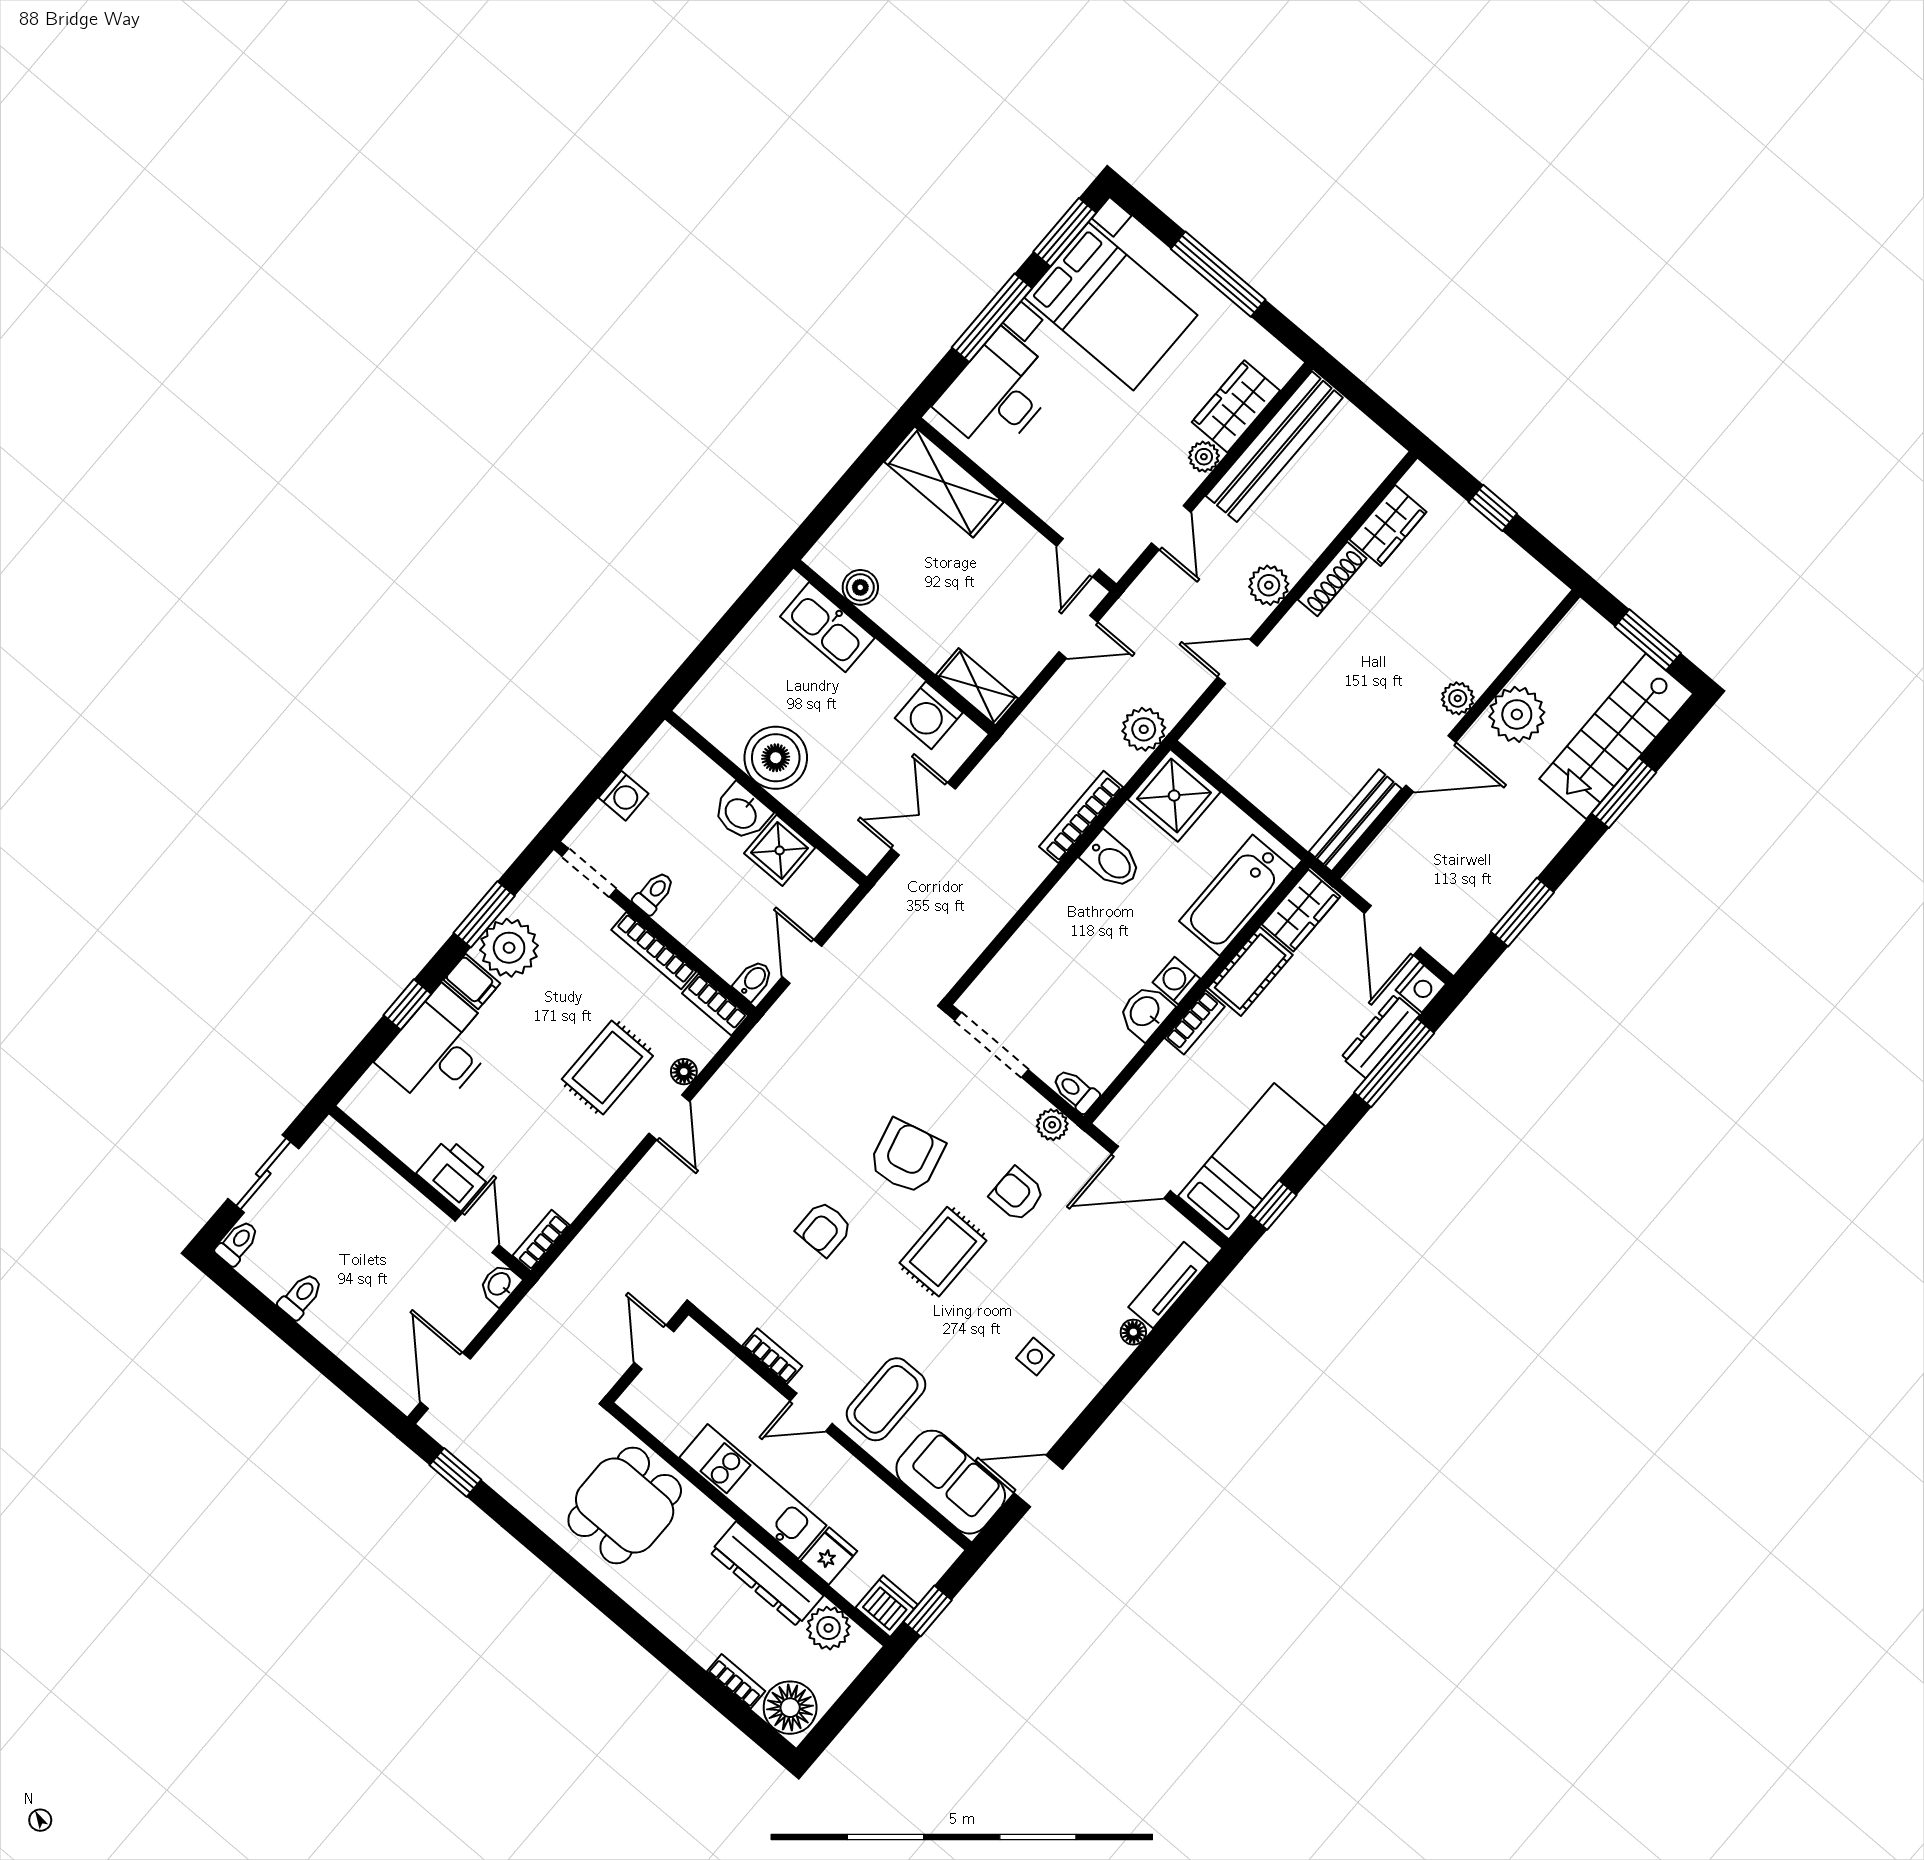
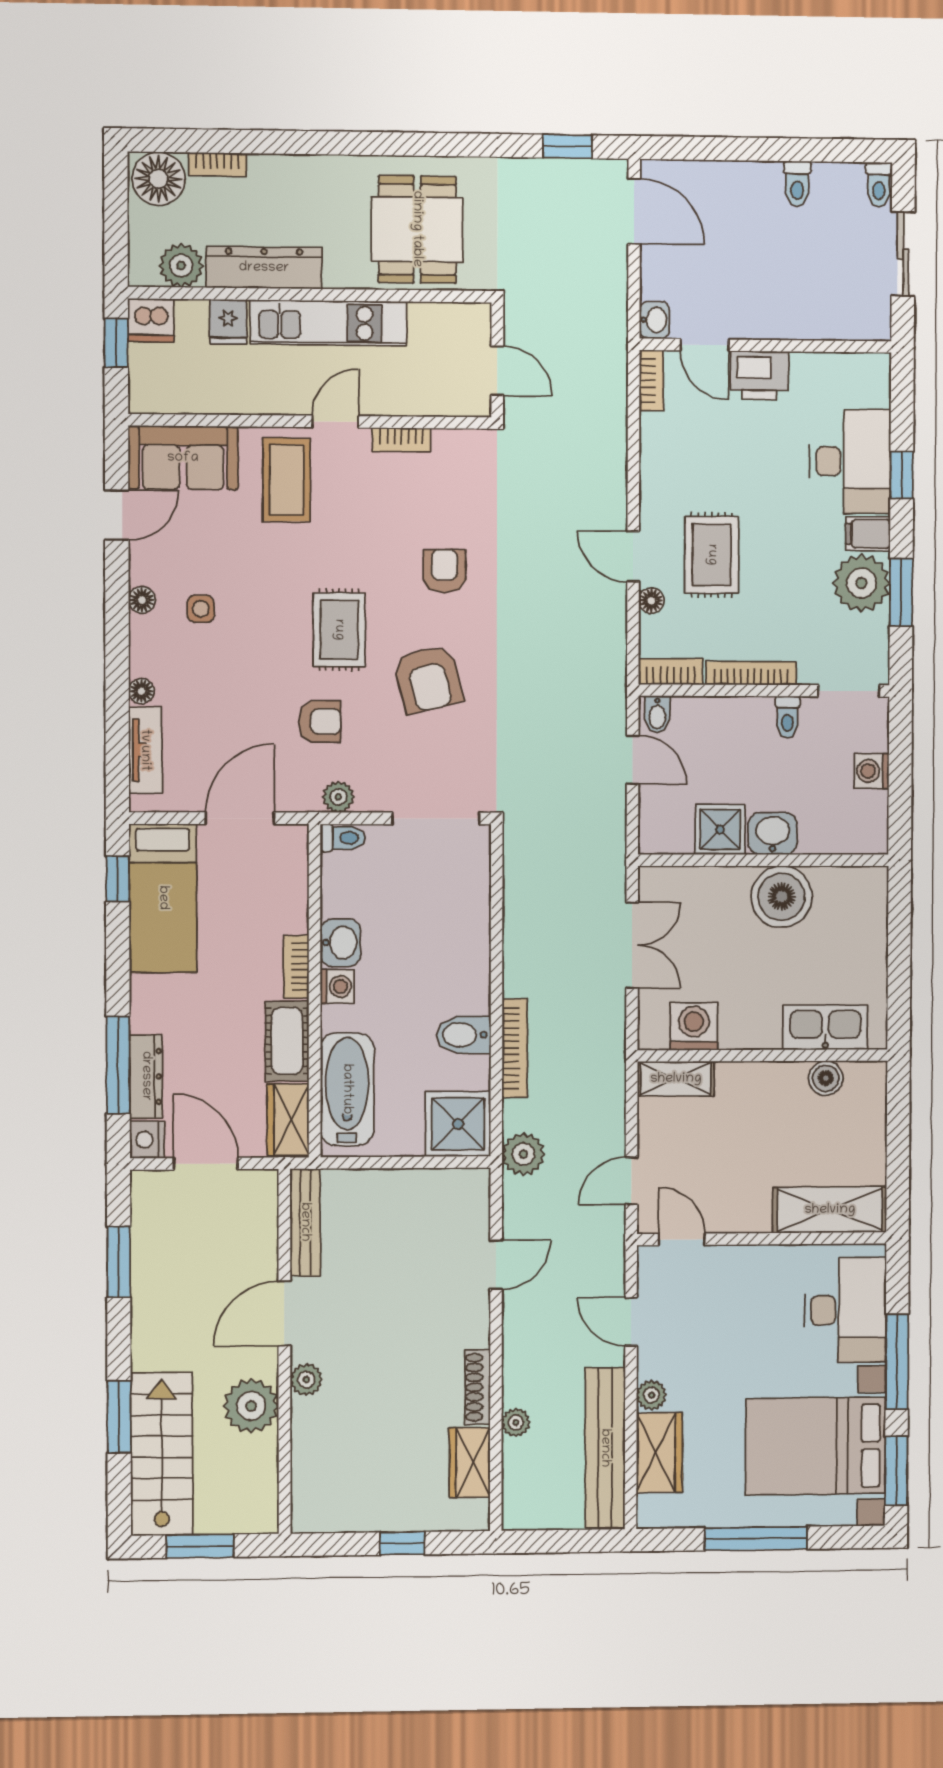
plant: (1269, 585) -> (516, 1422), moved, width x0.73, depth x0.73
floor lamp: (1074, 1401) -> (142, 600), added

